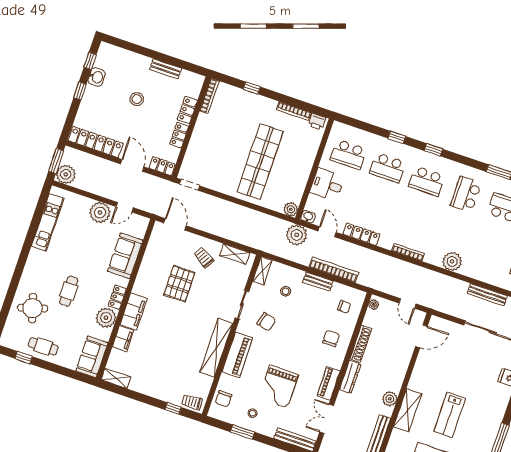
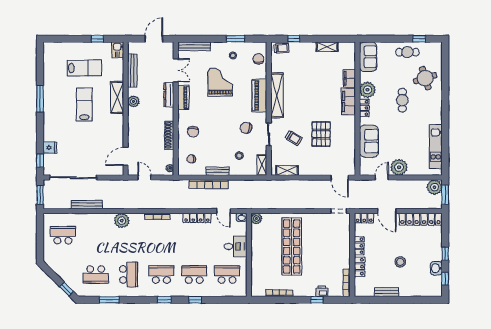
printer: (317, 122) -> (322, 291), moved
plant: (297, 235) -> (245, 201), removed
trolley: (204, 257) -> (294, 138), moved
dresser: (350, 377) -> (169, 95), moved
shelving: (116, 378) -> (327, 47), moved

